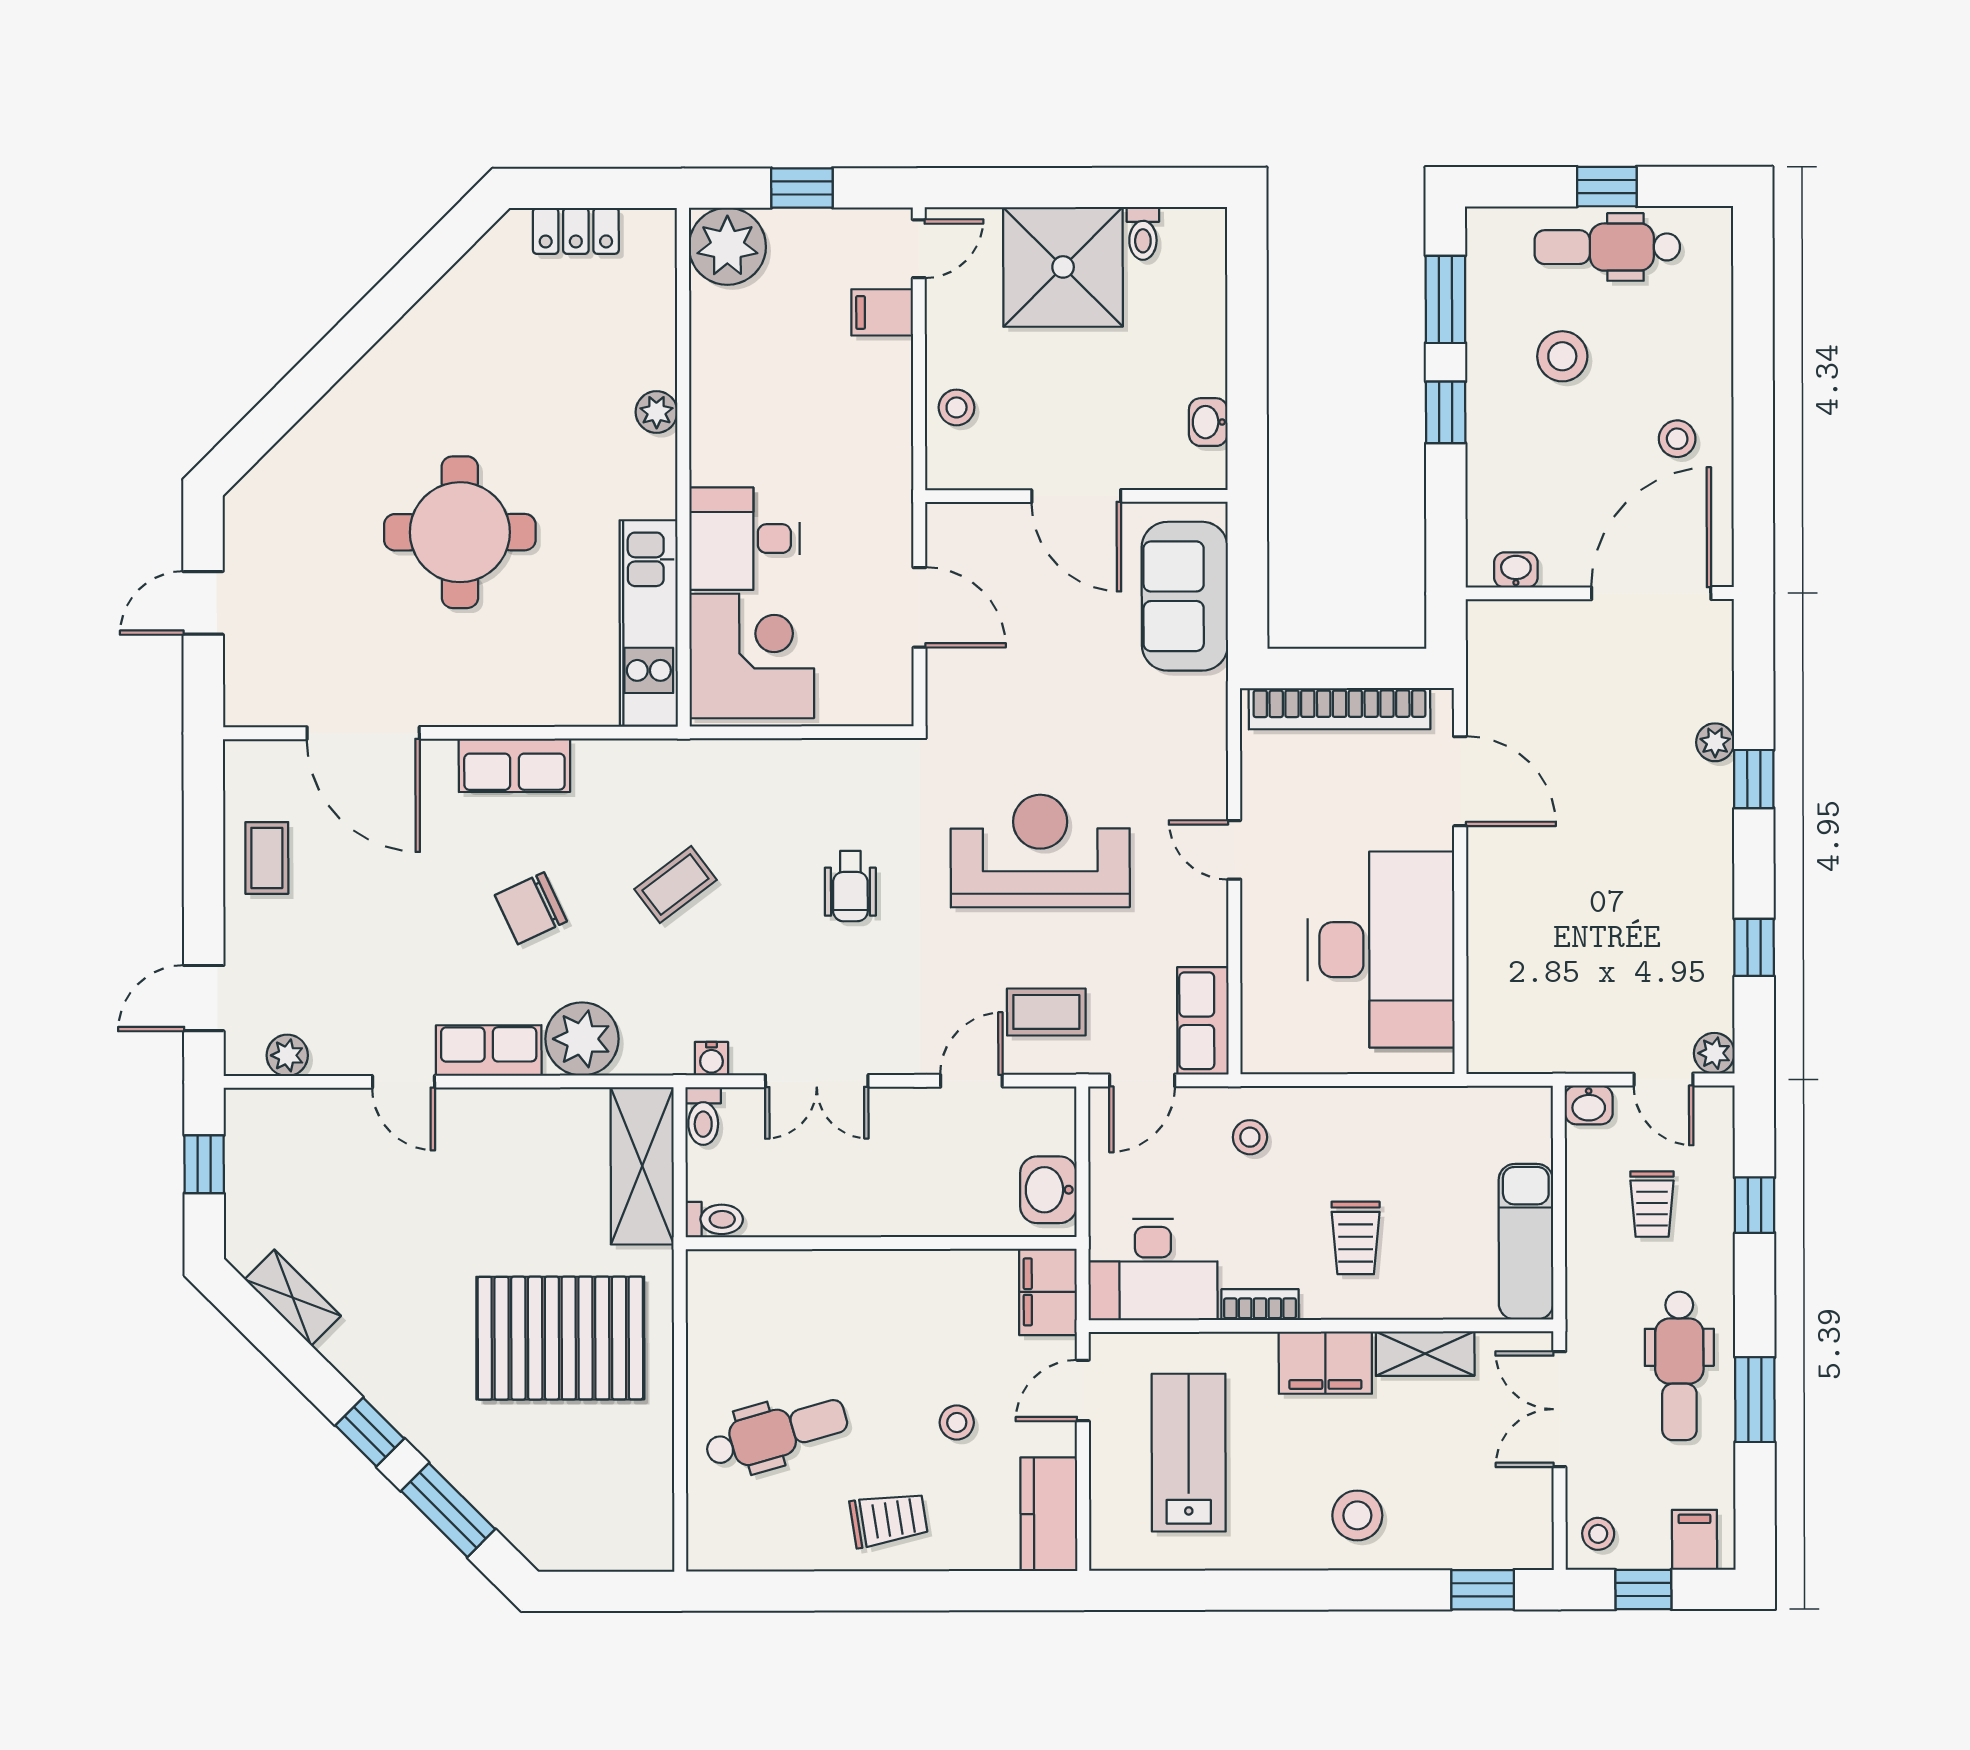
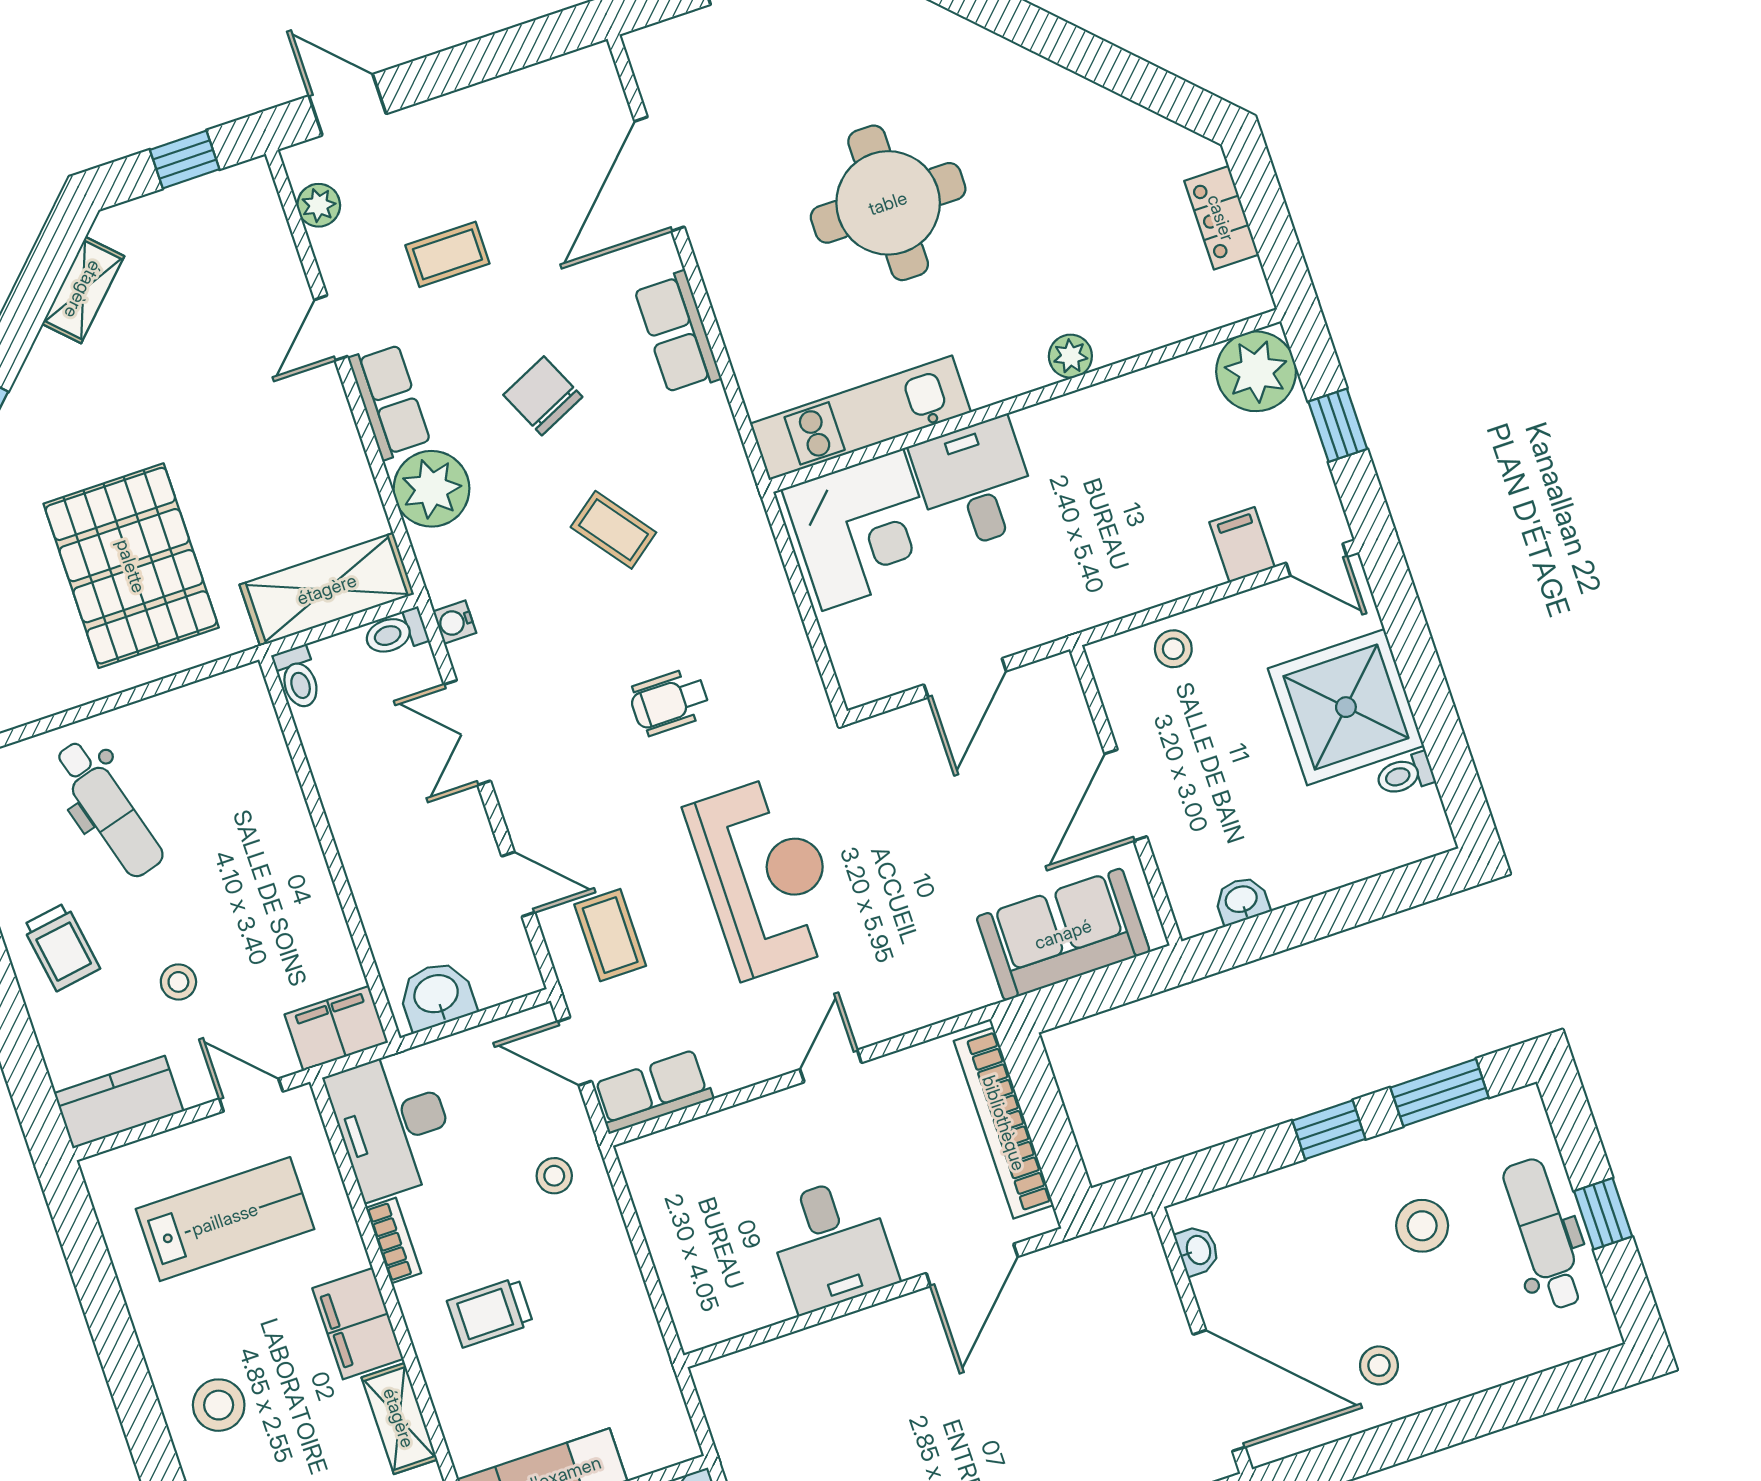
coffee table: (267, 858) -> (447, 254), moved
desk: (1381, 950) -> (831, 1244), width x0.53, depth x0.77

